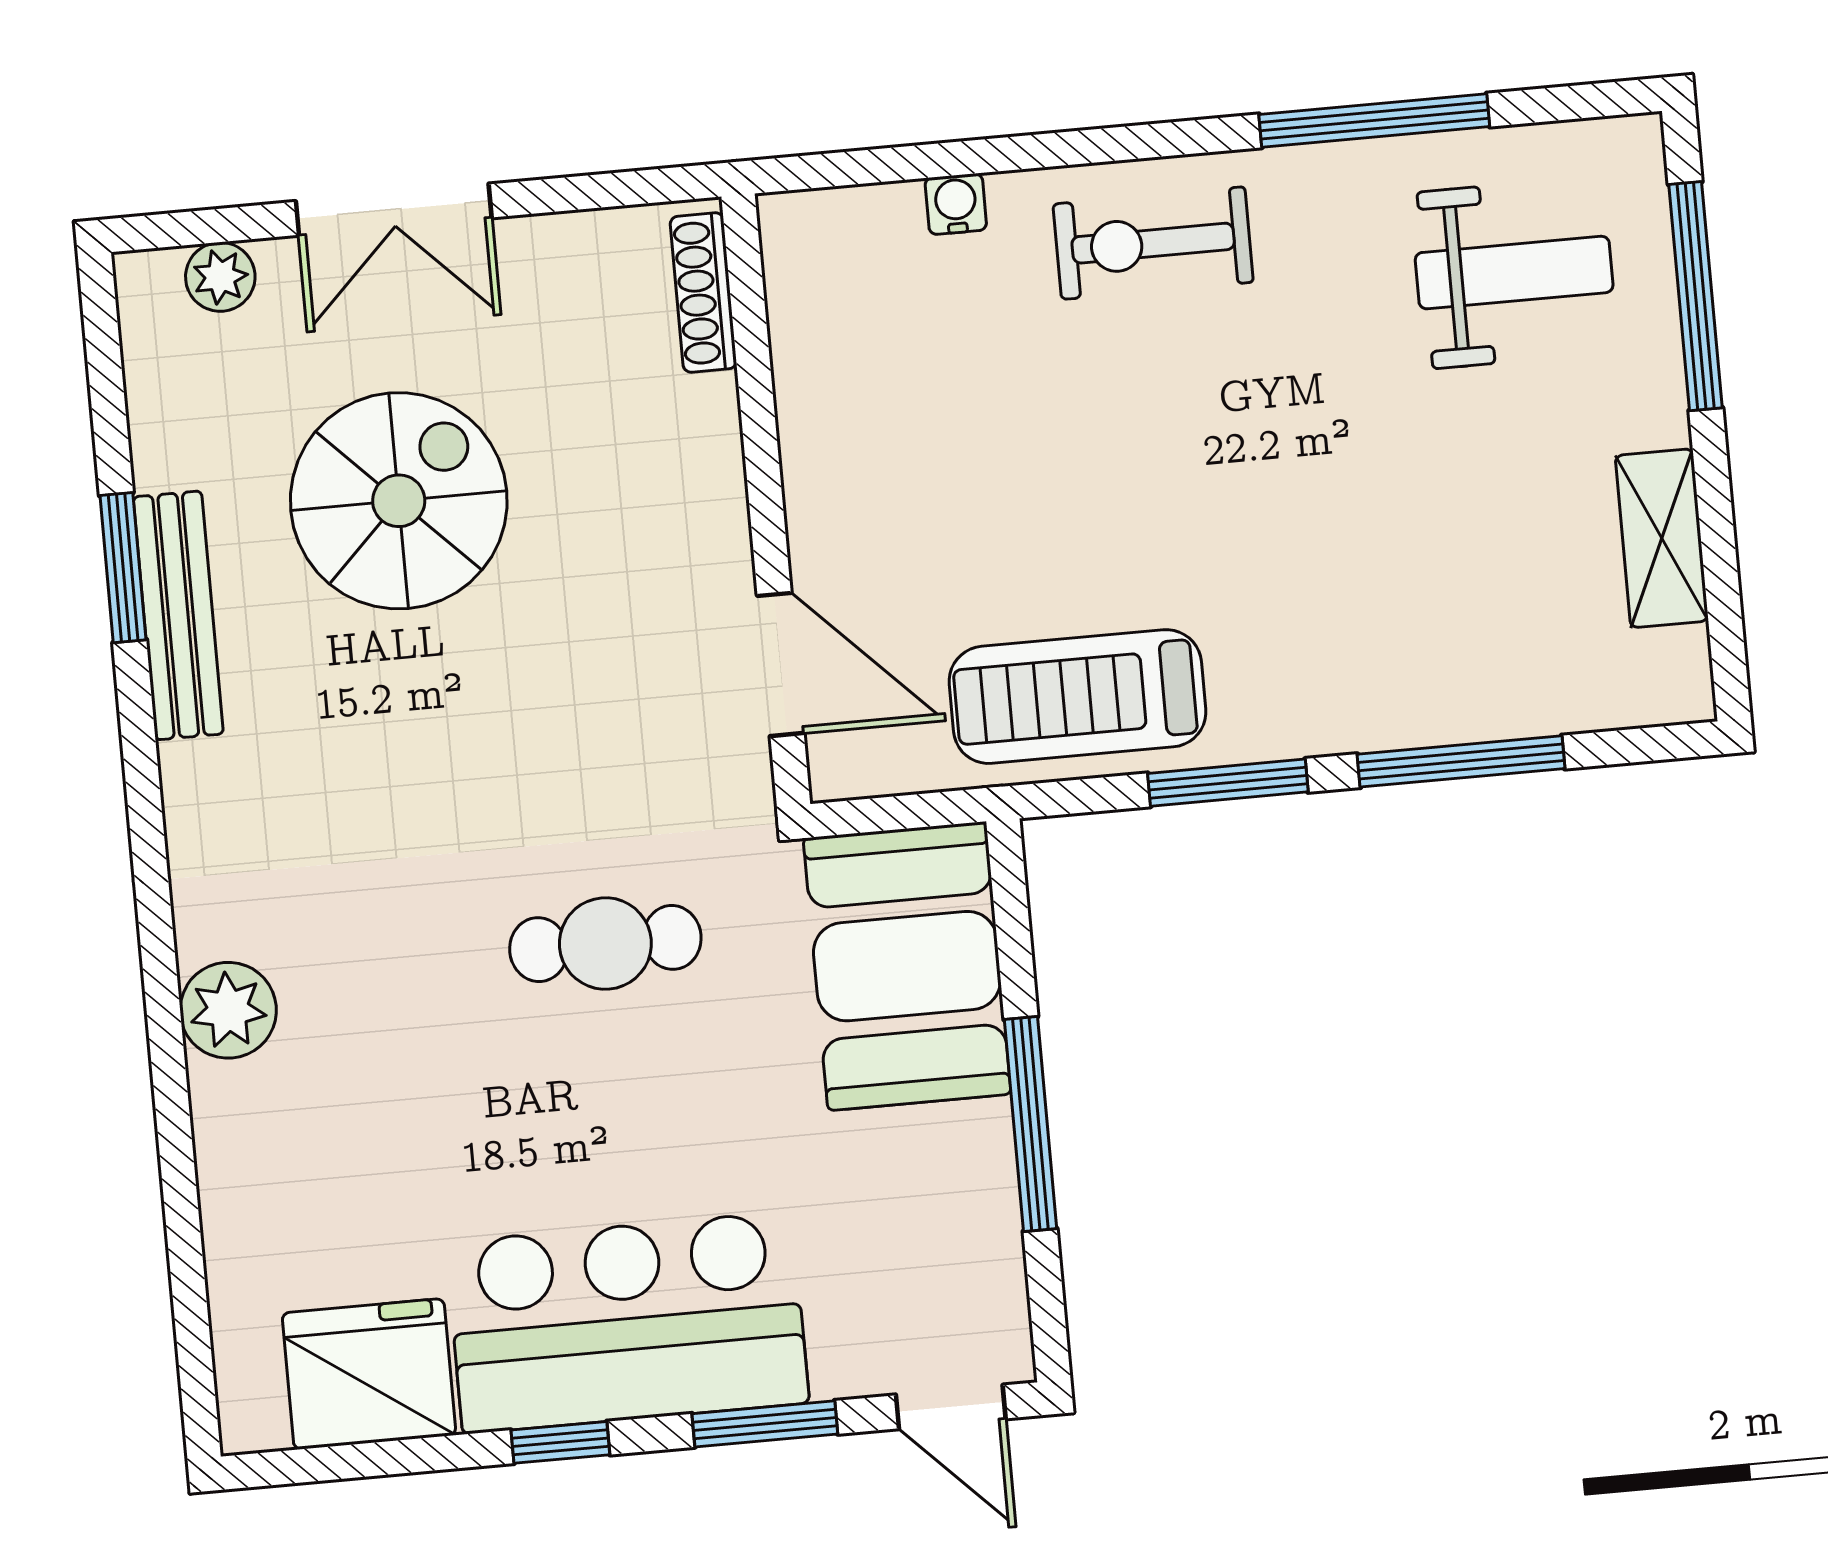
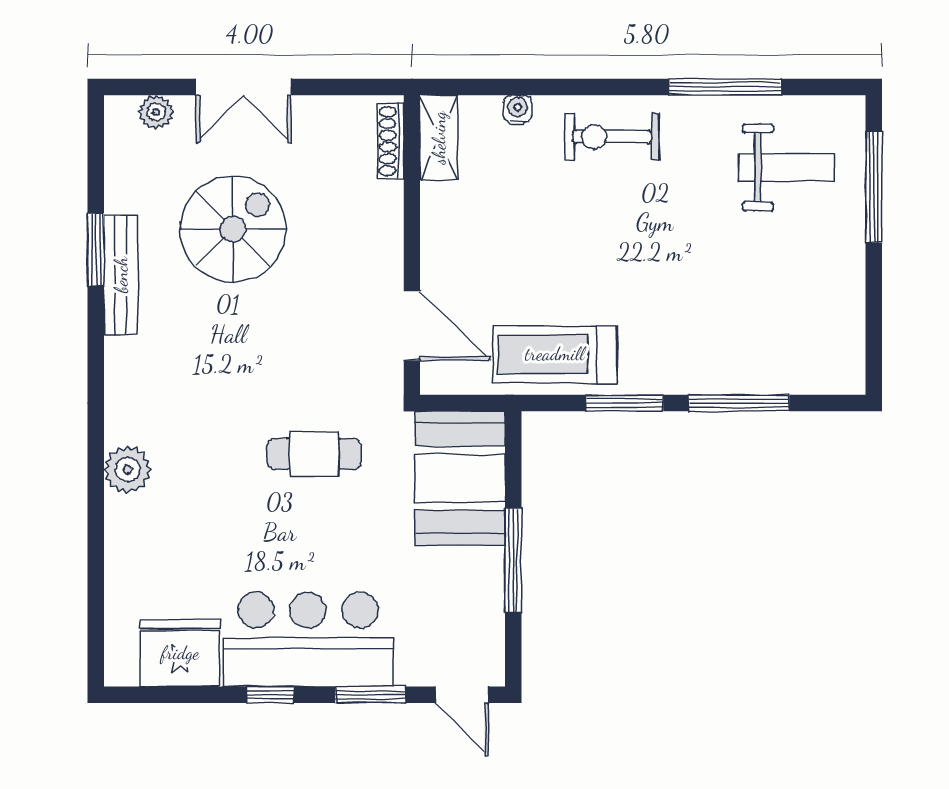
shelving: (1662, 538) -> (439, 138), moved

